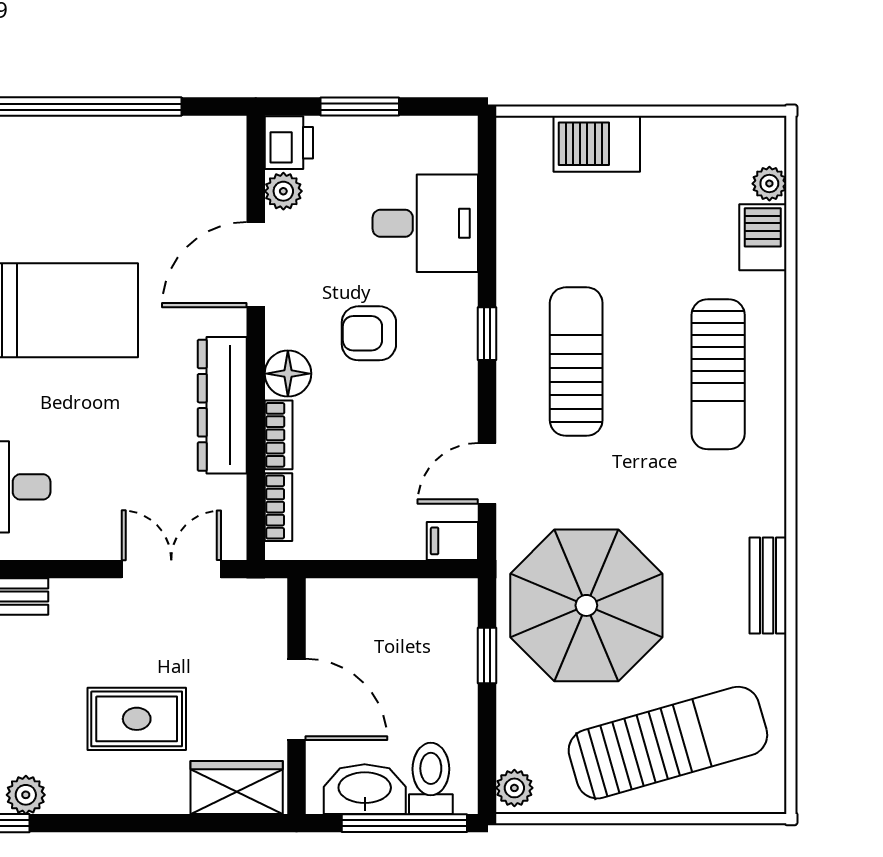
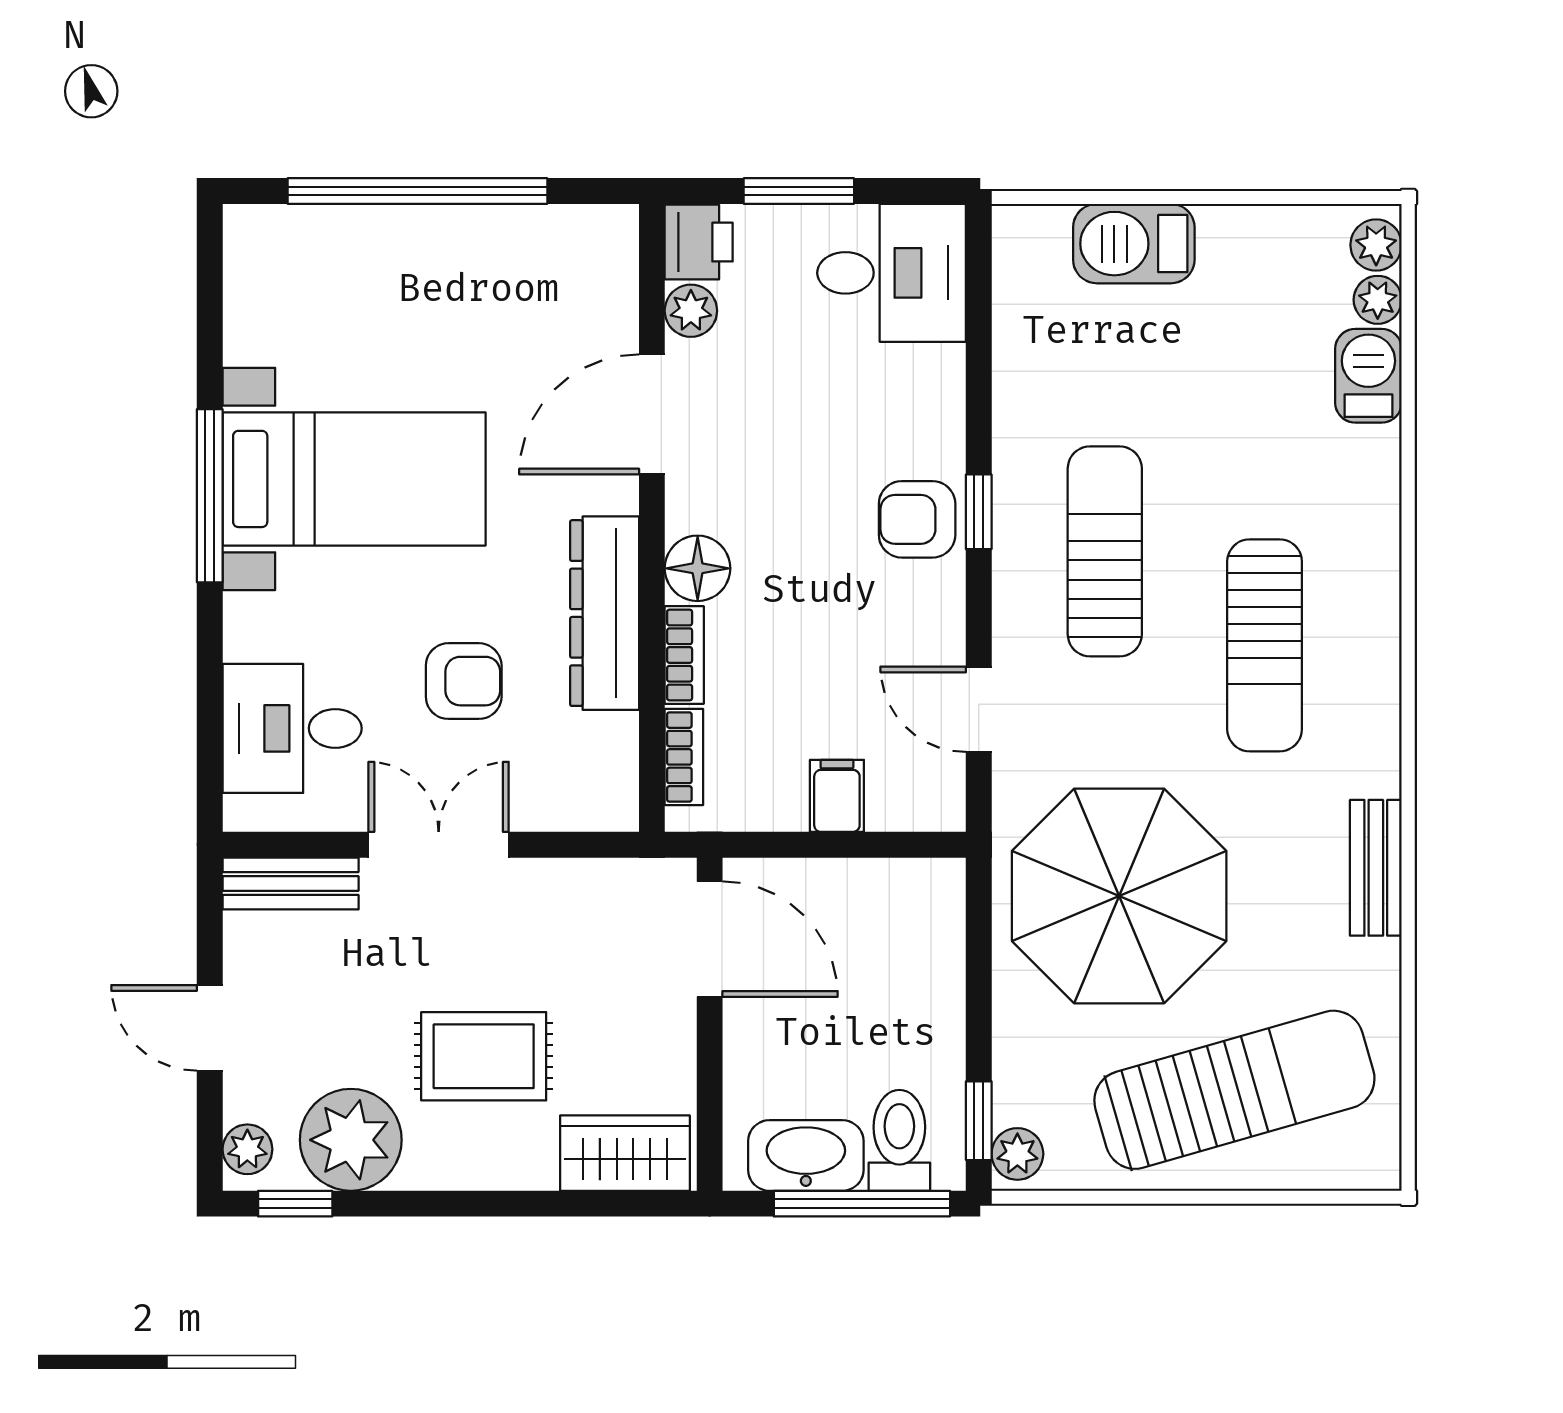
plant: (768, 145) -> (1376, 245), added
desk: (425, 223) -> (892, 273), moved
armchair: (369, 333) -> (917, 519), moved
sun lounger: (718, 374) -> (1265, 645), moved
armchair: (123, 453) -> (464, 681), added
door: (487, 473) -> (979, 709), hinge flipped
filing cabinet: (452, 541) -> (837, 796), moved, turned 90
double door: (171, 569) -> (439, 845), moved
window: (487, 656) -> (979, 1121), moved
door: (297, 699) -> (710, 939), moved
plant: (26, 795) -> (351, 1140), width x1.88, depth x1.88

